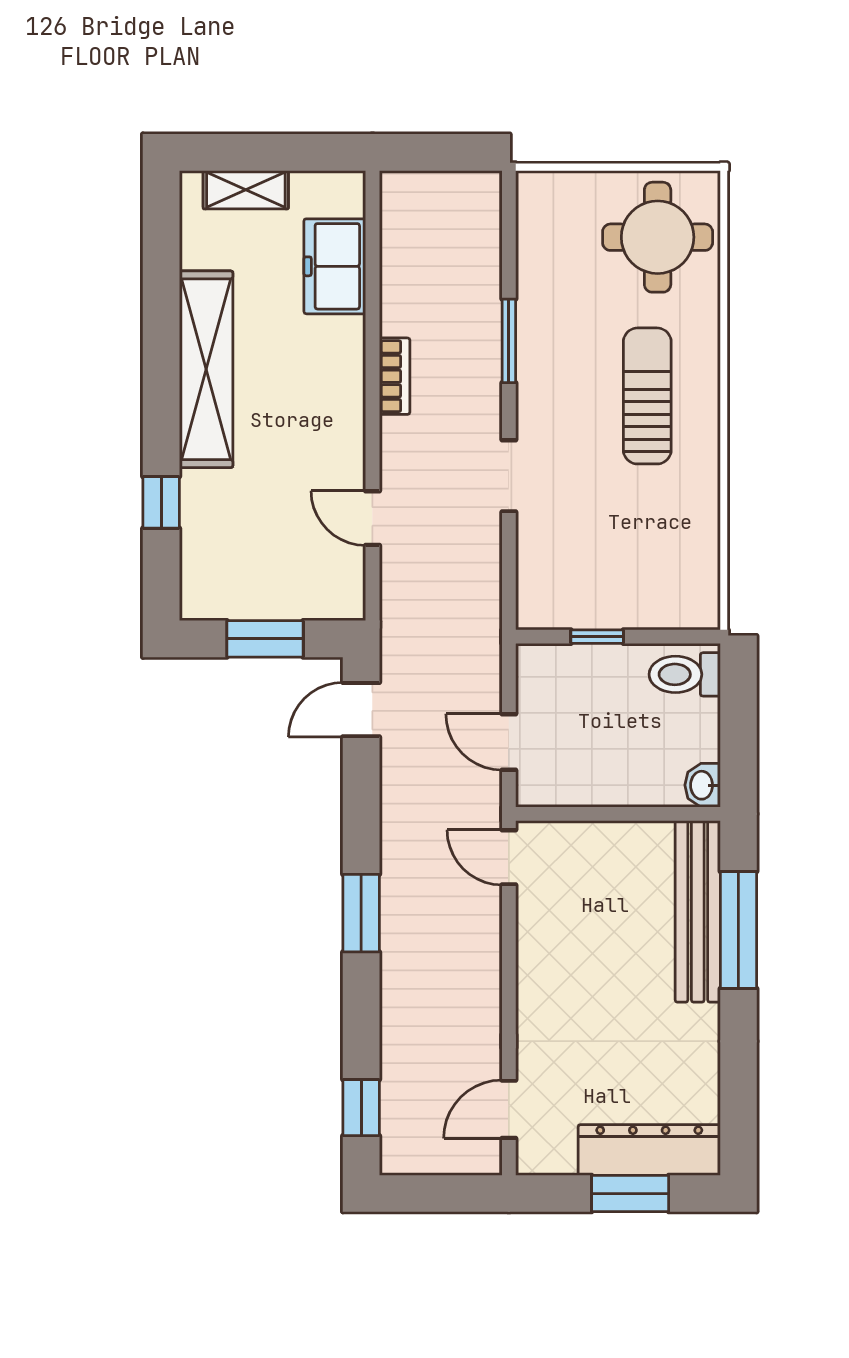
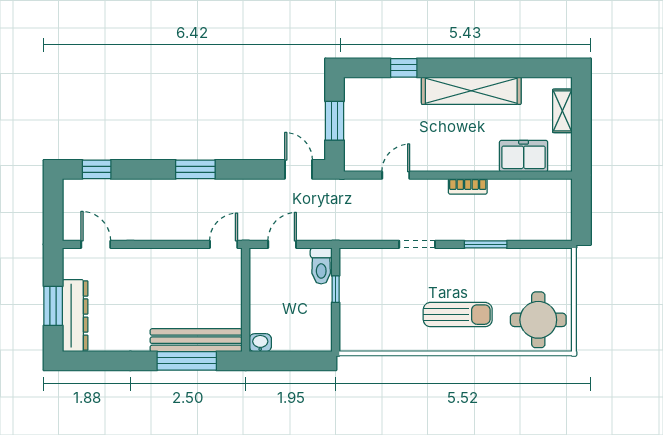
toilet: (685, 674) -> (321, 266), moved, turned 180

